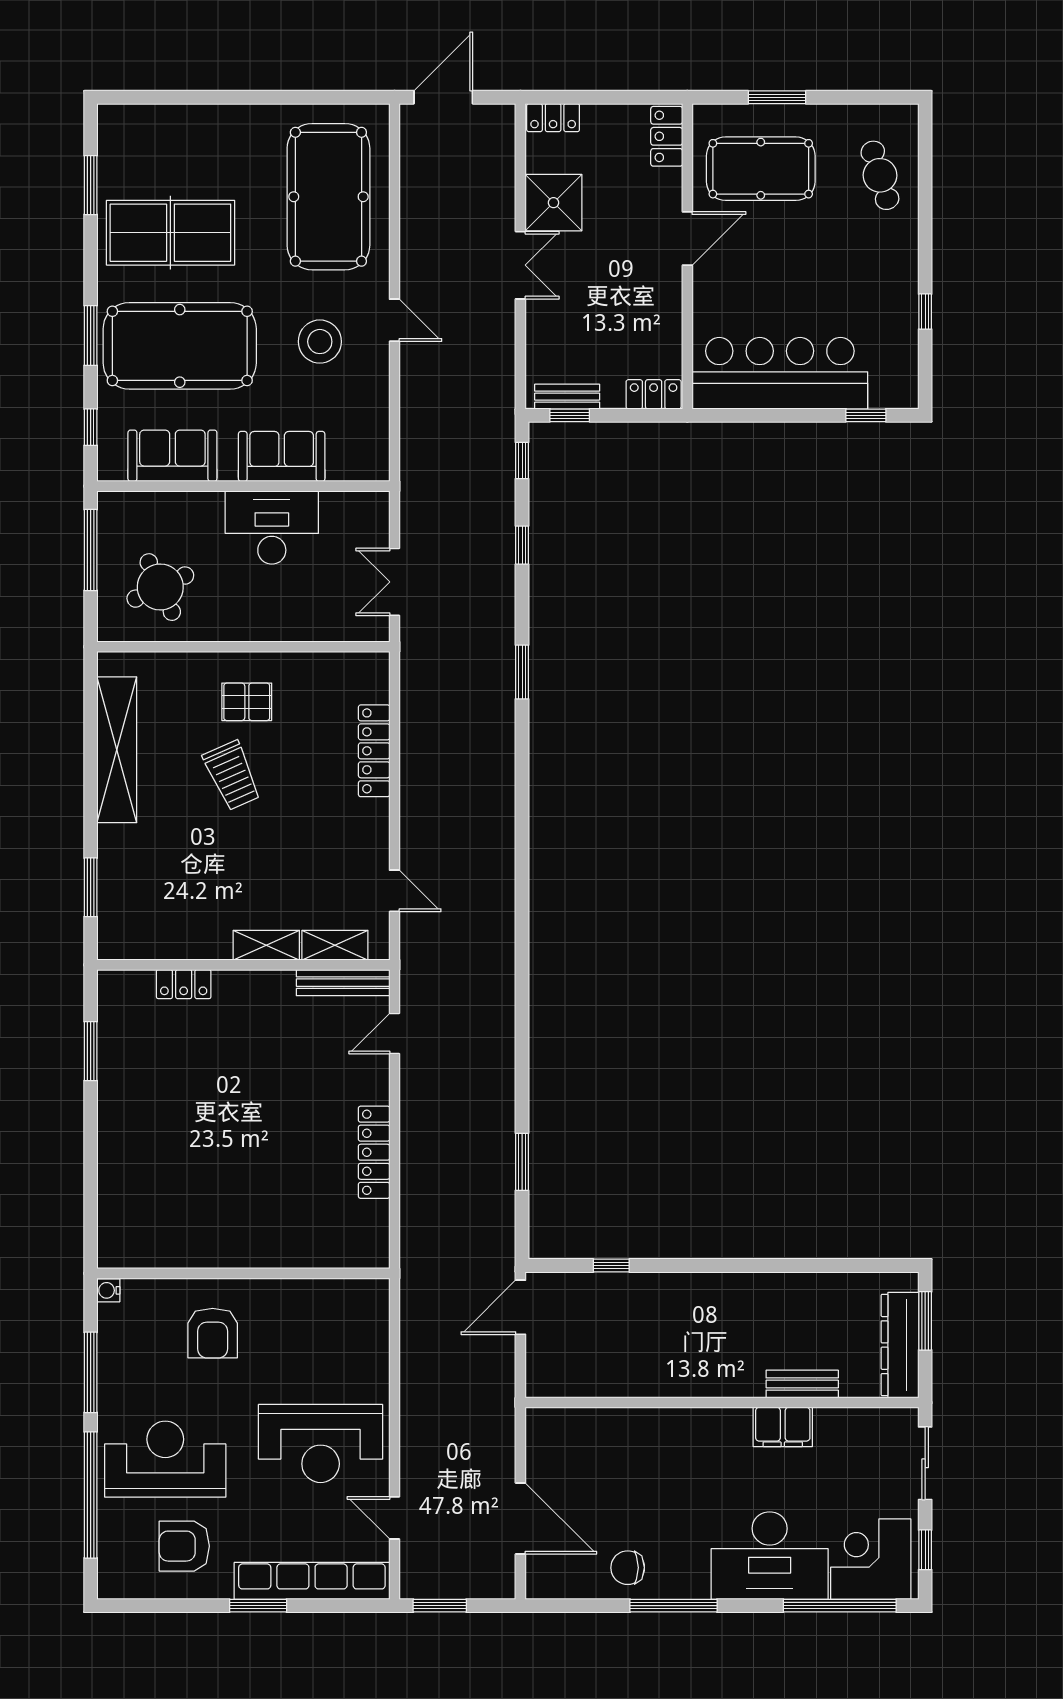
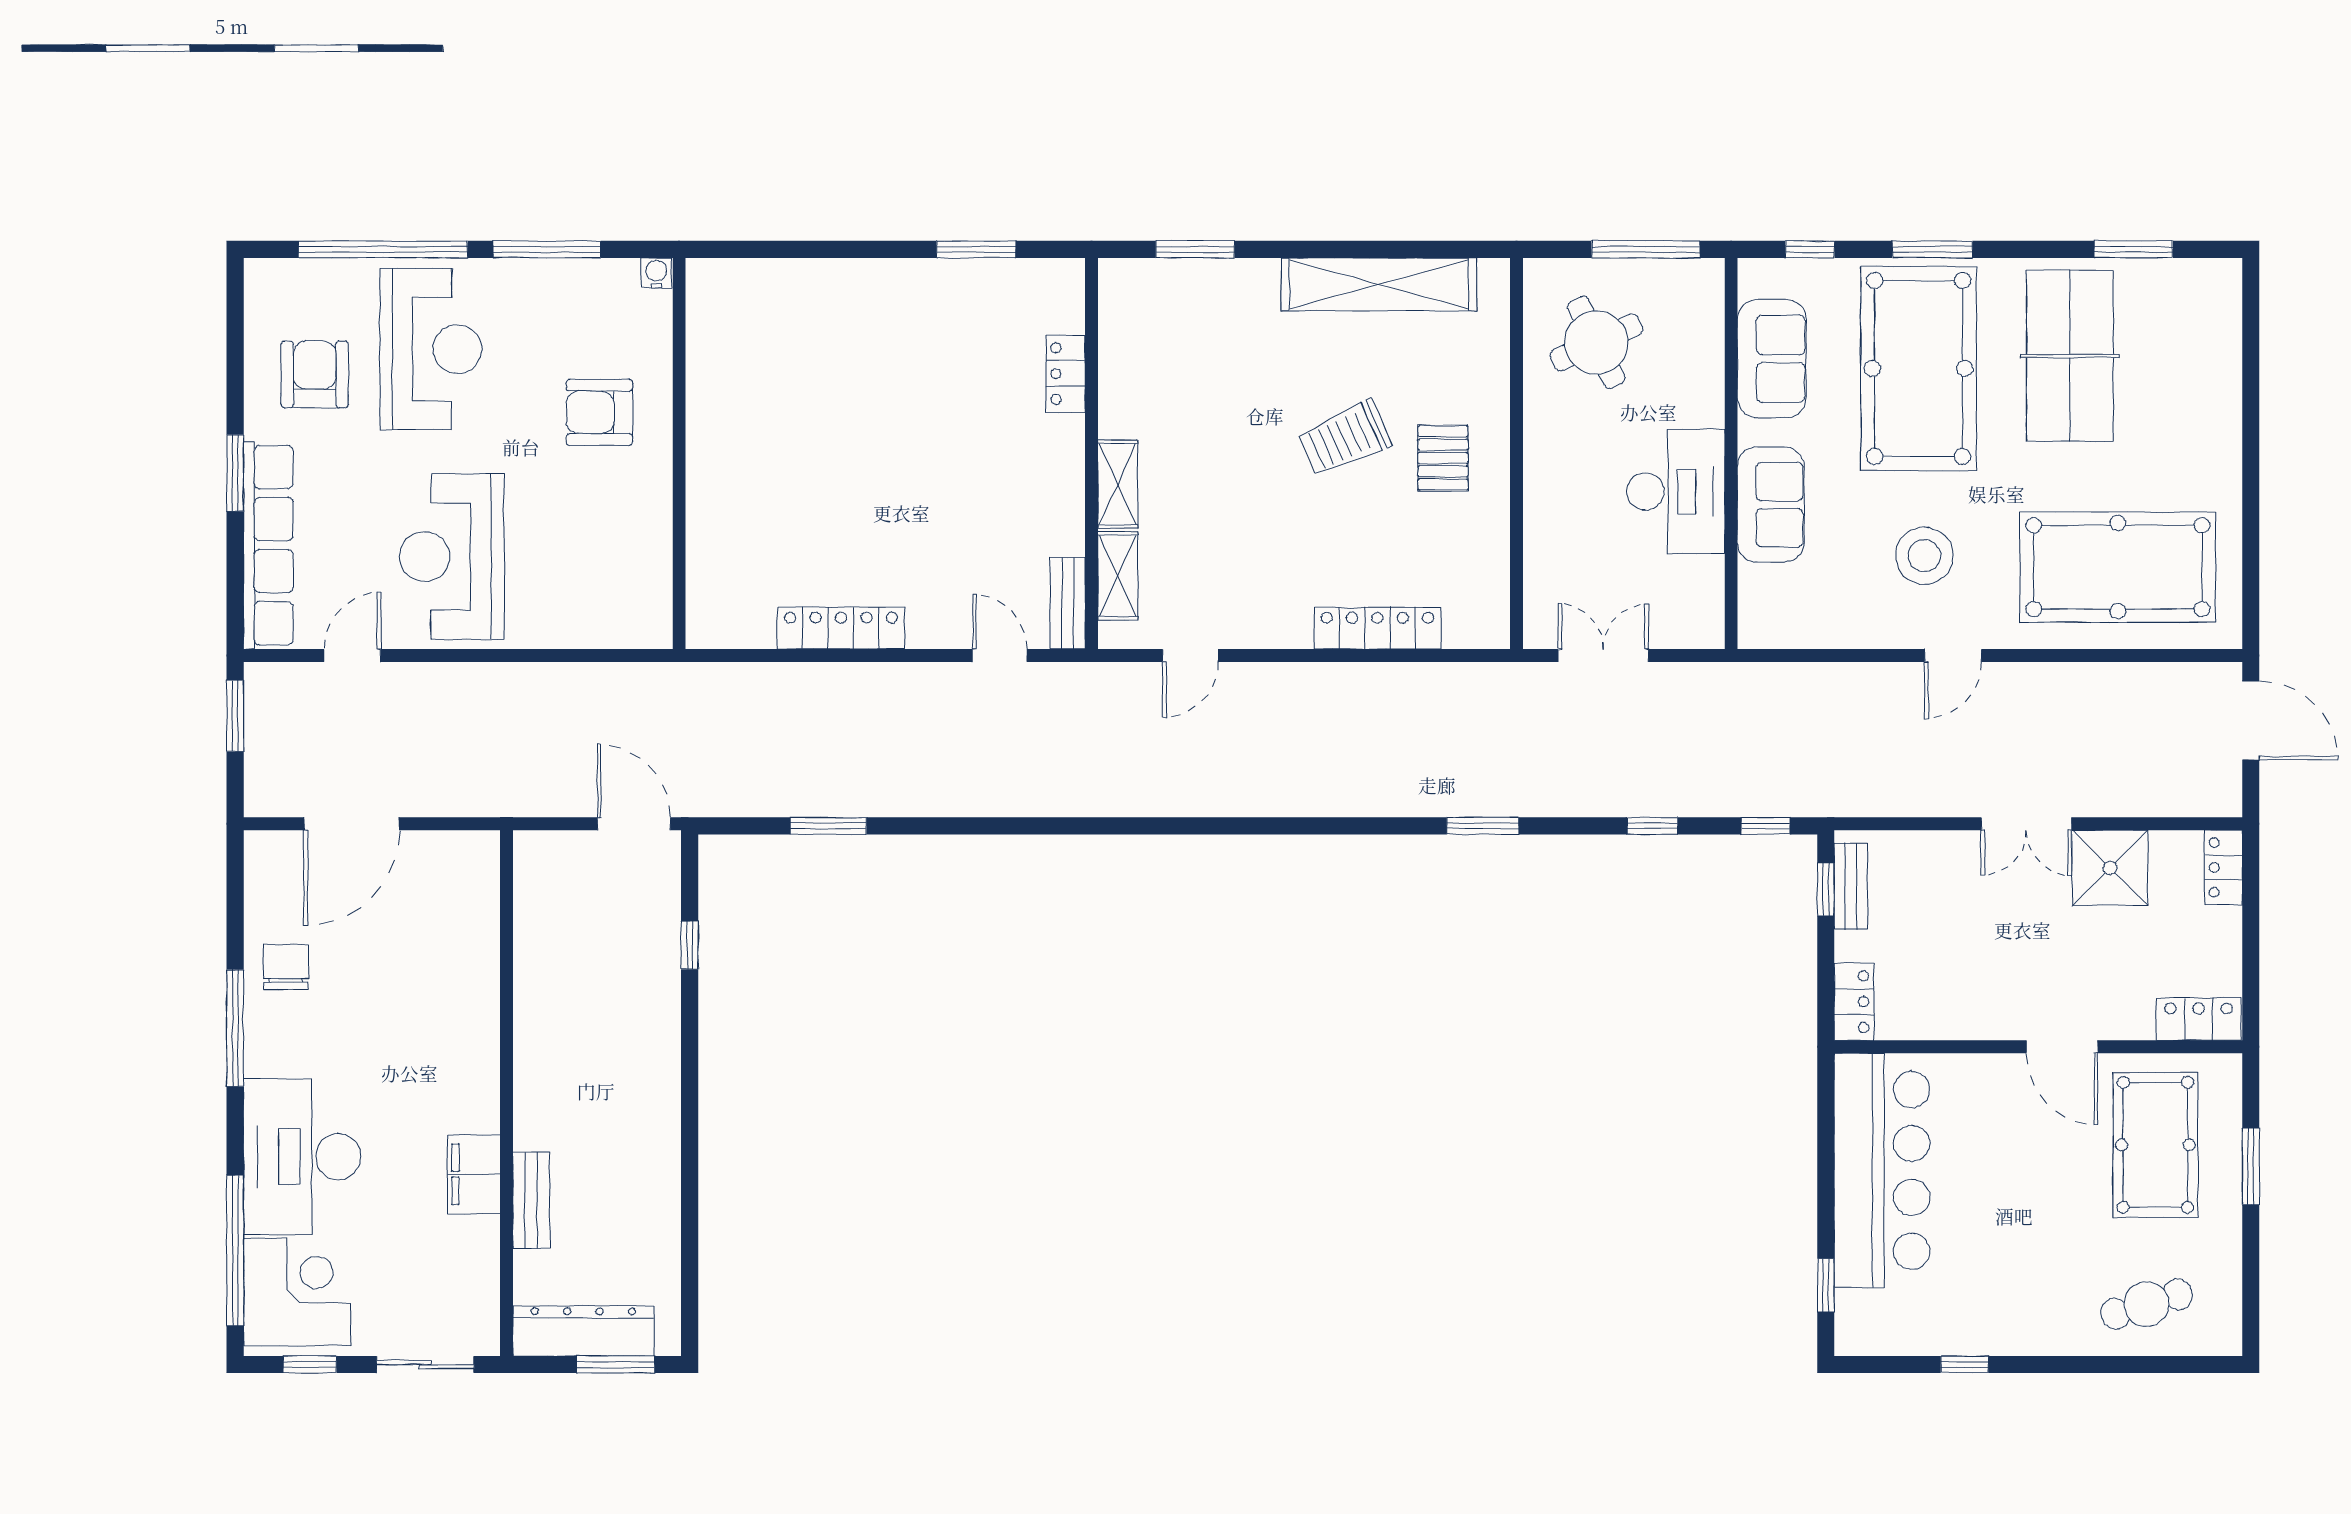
bench: (343, 983) -> (1068, 603), width x0.73

